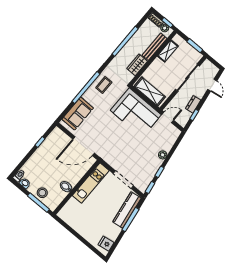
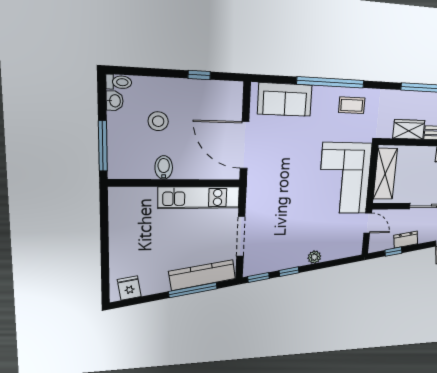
stool: (42, 193) -> (158, 121), moved

